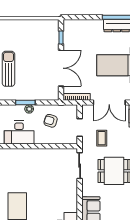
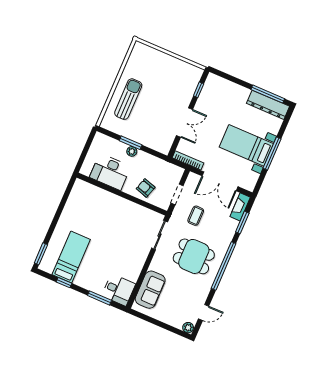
double door: (61, 68) -> (185, 123), width x0.73
armchair: (51, 121) -> (146, 188), moved

